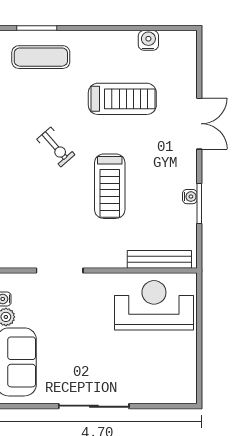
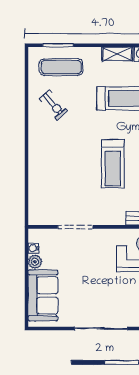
shelving: (116, 40) -> (117, 54), added
exercise bike: (56, 147) -> (53, 105), moved

